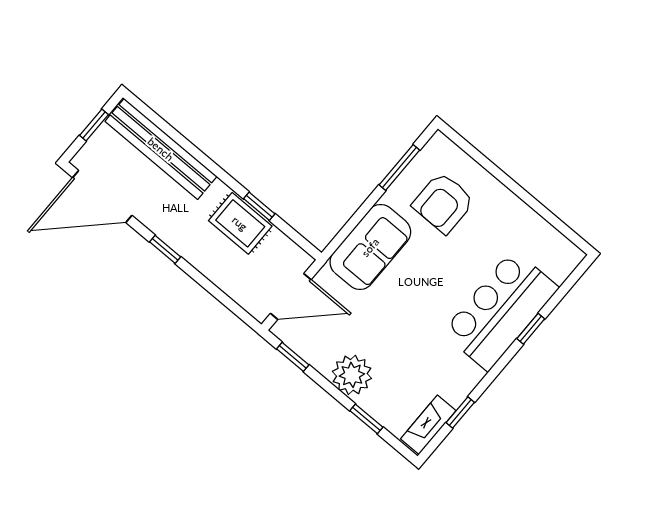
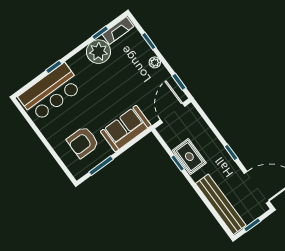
armchair: (443, 203) -> (83, 142), turned 180
door: (291, 297) -> (173, 113), hinge flipped
bar counter: (500, 310) -> (51, 92), moved
plant: (352, 375) -> (155, 62), width x0.53, depth x0.53
plant: (455, 377) -> (98, 52), added

